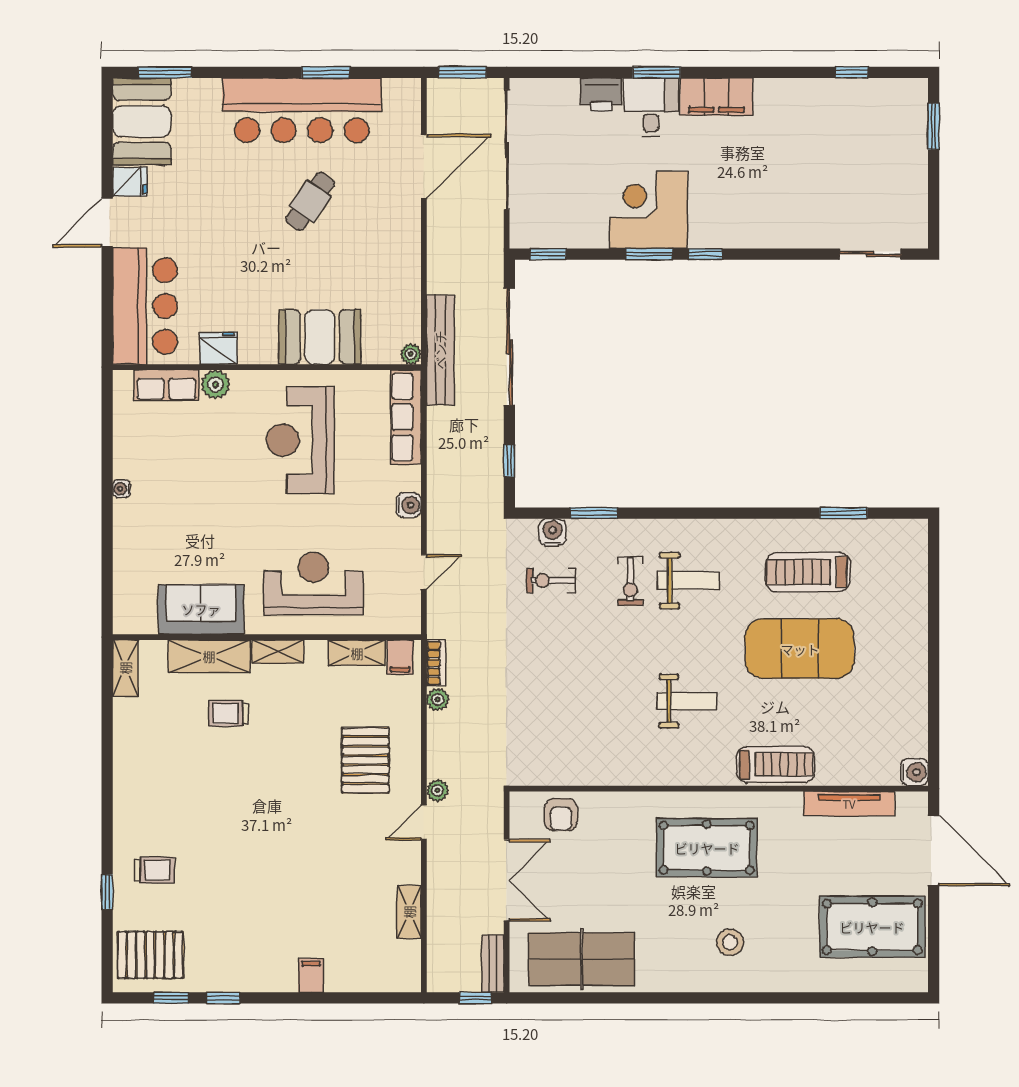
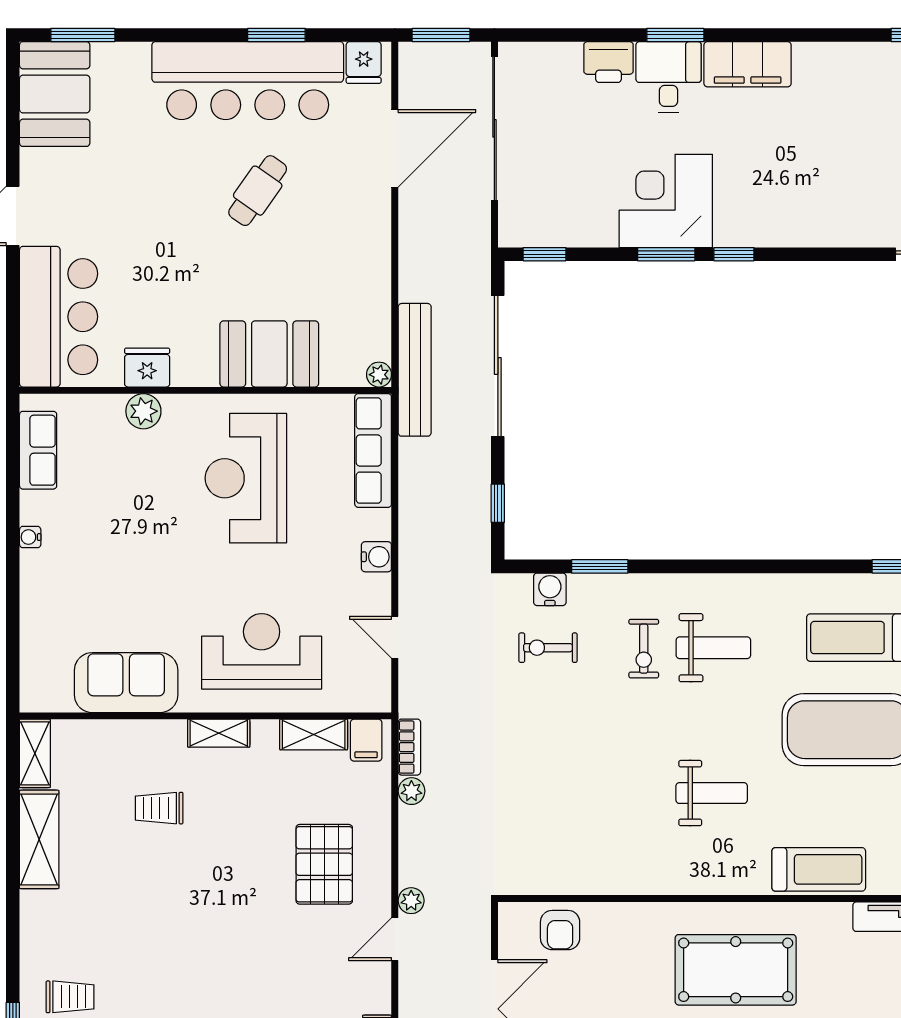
fridge: (130, 182) -> (364, 62), moved, turned 90
row of seats: (166, 385) -> (38, 450), moved, turned -90
door: (424, 572) -> (395, 637), swing flipped
shelving: (209, 656) -> (39, 839), moved, turned 90

